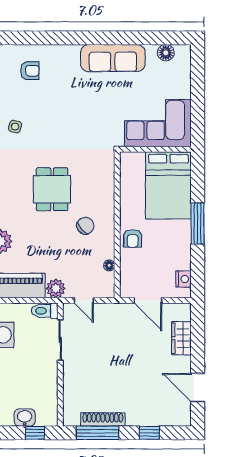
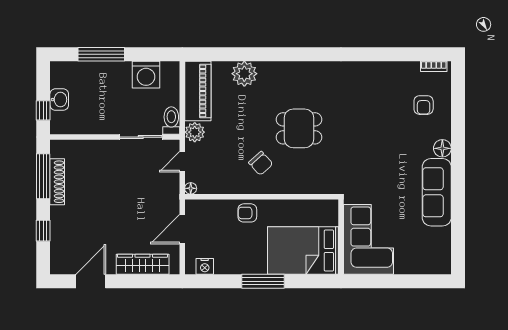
floor lamp: (166, 53) -> (442, 148), moved
side table: (15, 127) -> (365, 89), removed
floor lamp: (109, 265) -> (191, 188), moved
wardrobe: (181, 338) -> (143, 264), width x1.50

